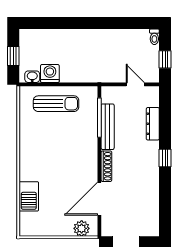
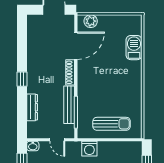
washing machine: (50, 73) -> (89, 149), moved
washbasin: (32, 77) -> (33, 146), moved
door: (135, 84) -> (57, 140), moved
sun lounger: (56, 104) -> (112, 124), turned 180

